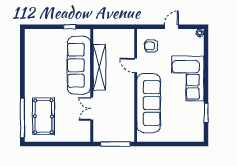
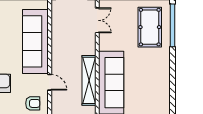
double door: (92, 109) -> (97, 20), moved

